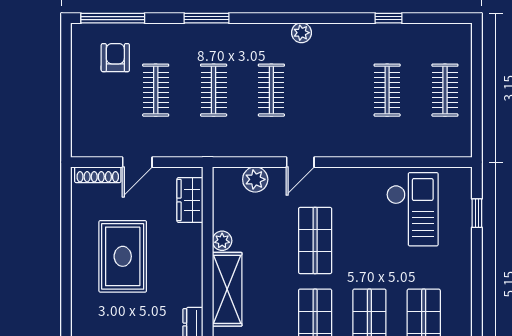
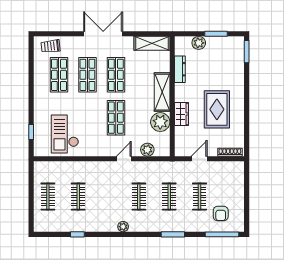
door: (137, 162) -> (199, 159), moved
wardrobe: (190, 200) -> (182, 114), moved
plant: (222, 241) -> (160, 122), width x1.88, depth x1.88

